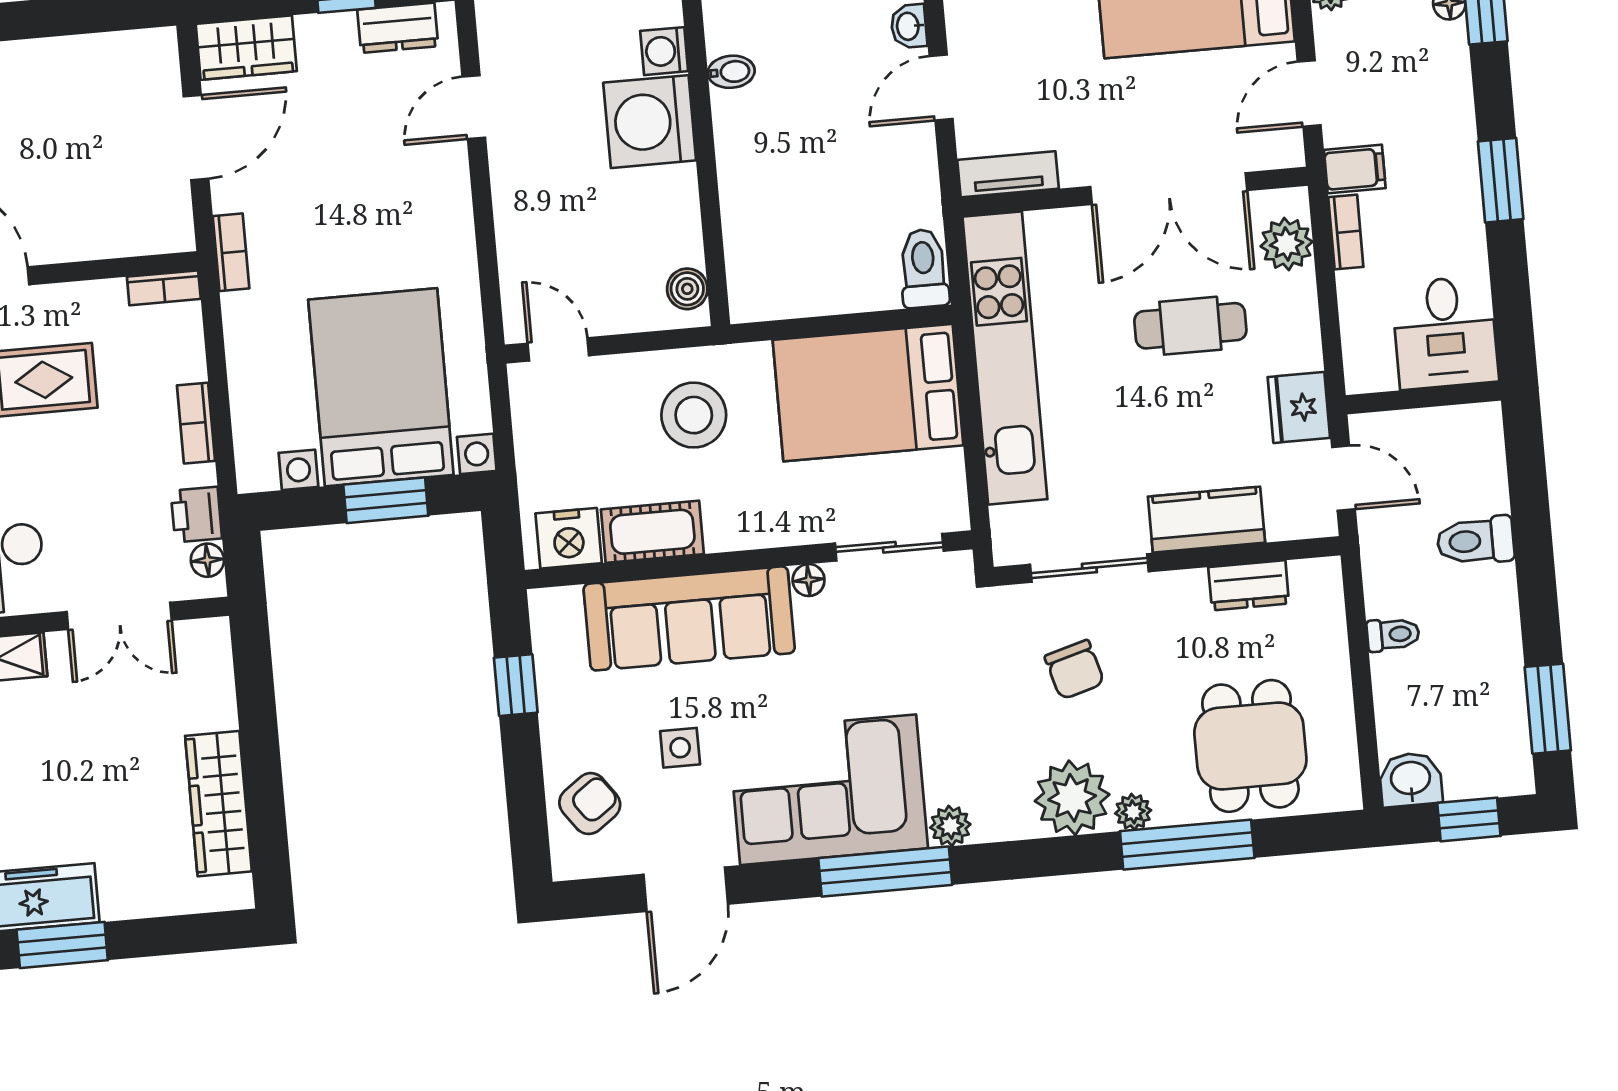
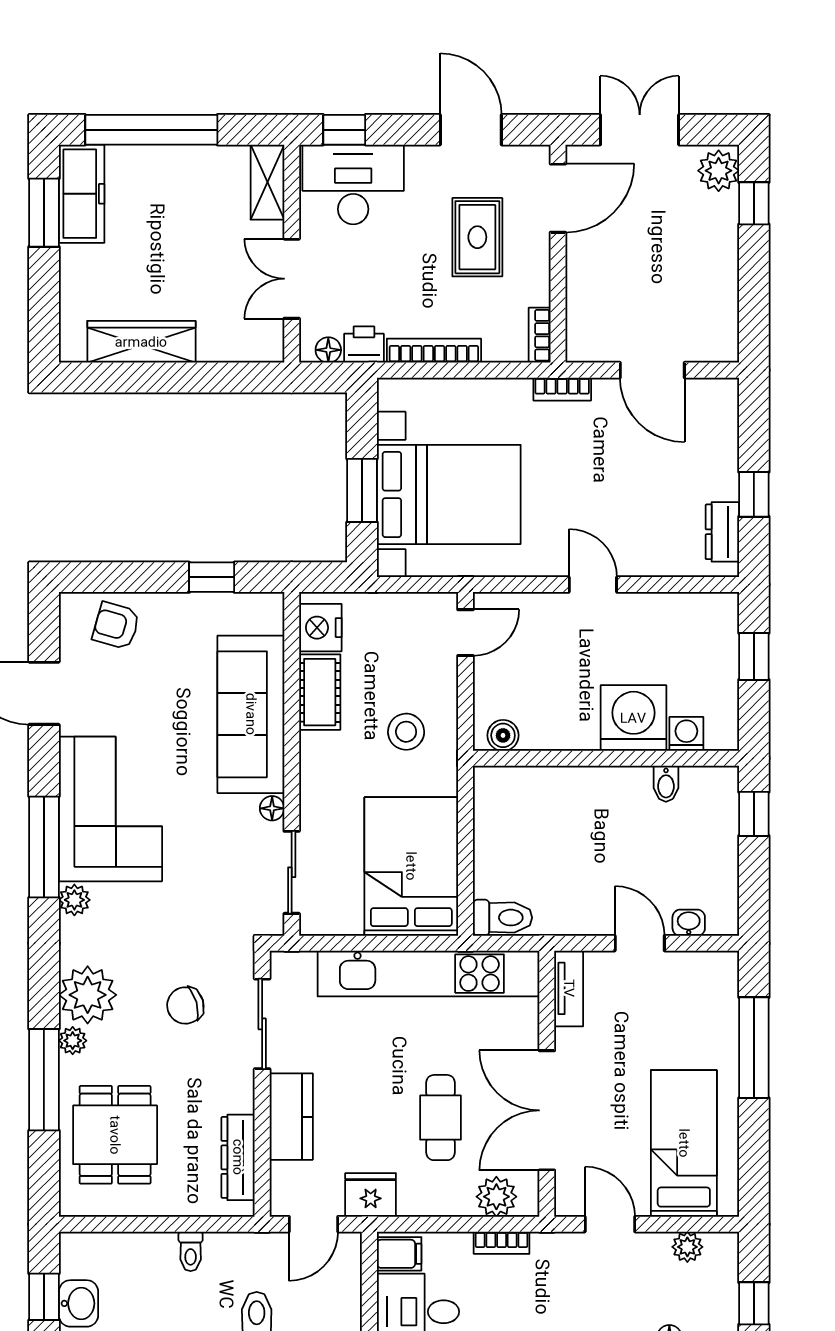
wardrobe: (246, 48) -> (718, 415), removed
door: (474, 107) -> (593, 585), moved
filing cabinet: (1355, 169) -> (399, 1254), moved, turned -90
stool: (694, 415) -> (406, 732), width x0.73, depth x0.73
bookcase: (196, 423) -> (434, 351), width x1.56
dresser: (1249, 585) -> (238, 1157), width x1.44
dining table: (1250, 746) -> (115, 1135), turned 90
side table: (680, 748) -> (153, 699), removed
washbasin: (1411, 779) -> (79, 1303), moved
armchair: (590, 804) -> (116, 626), turned 142

